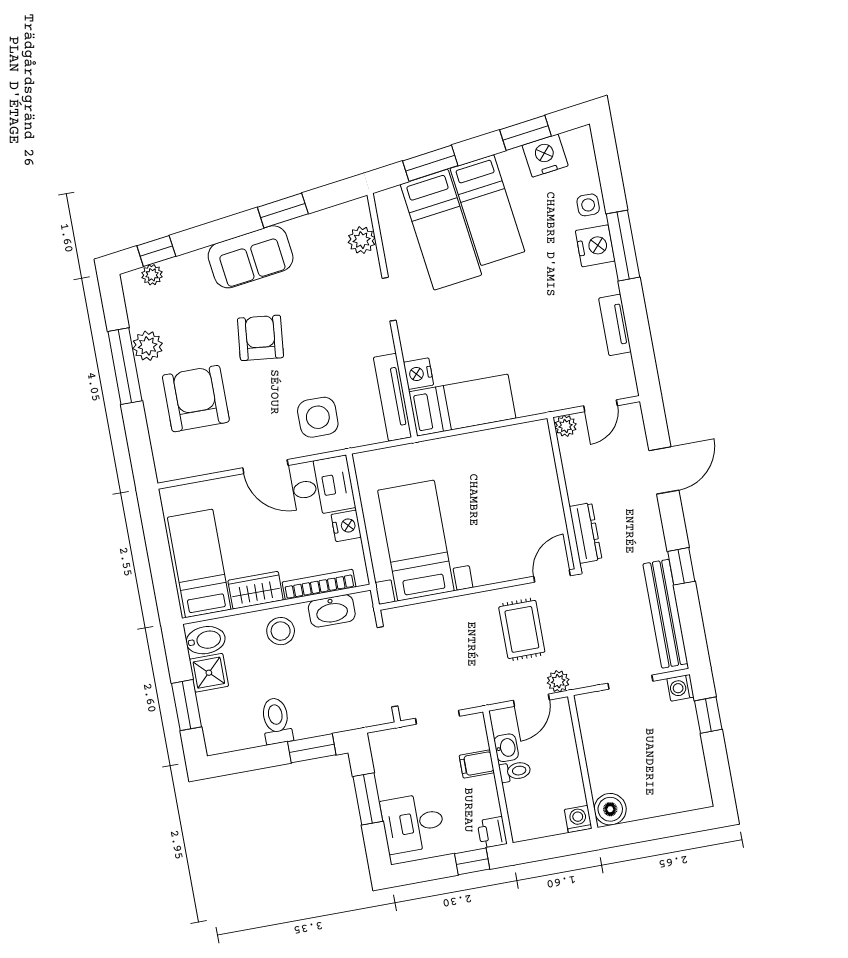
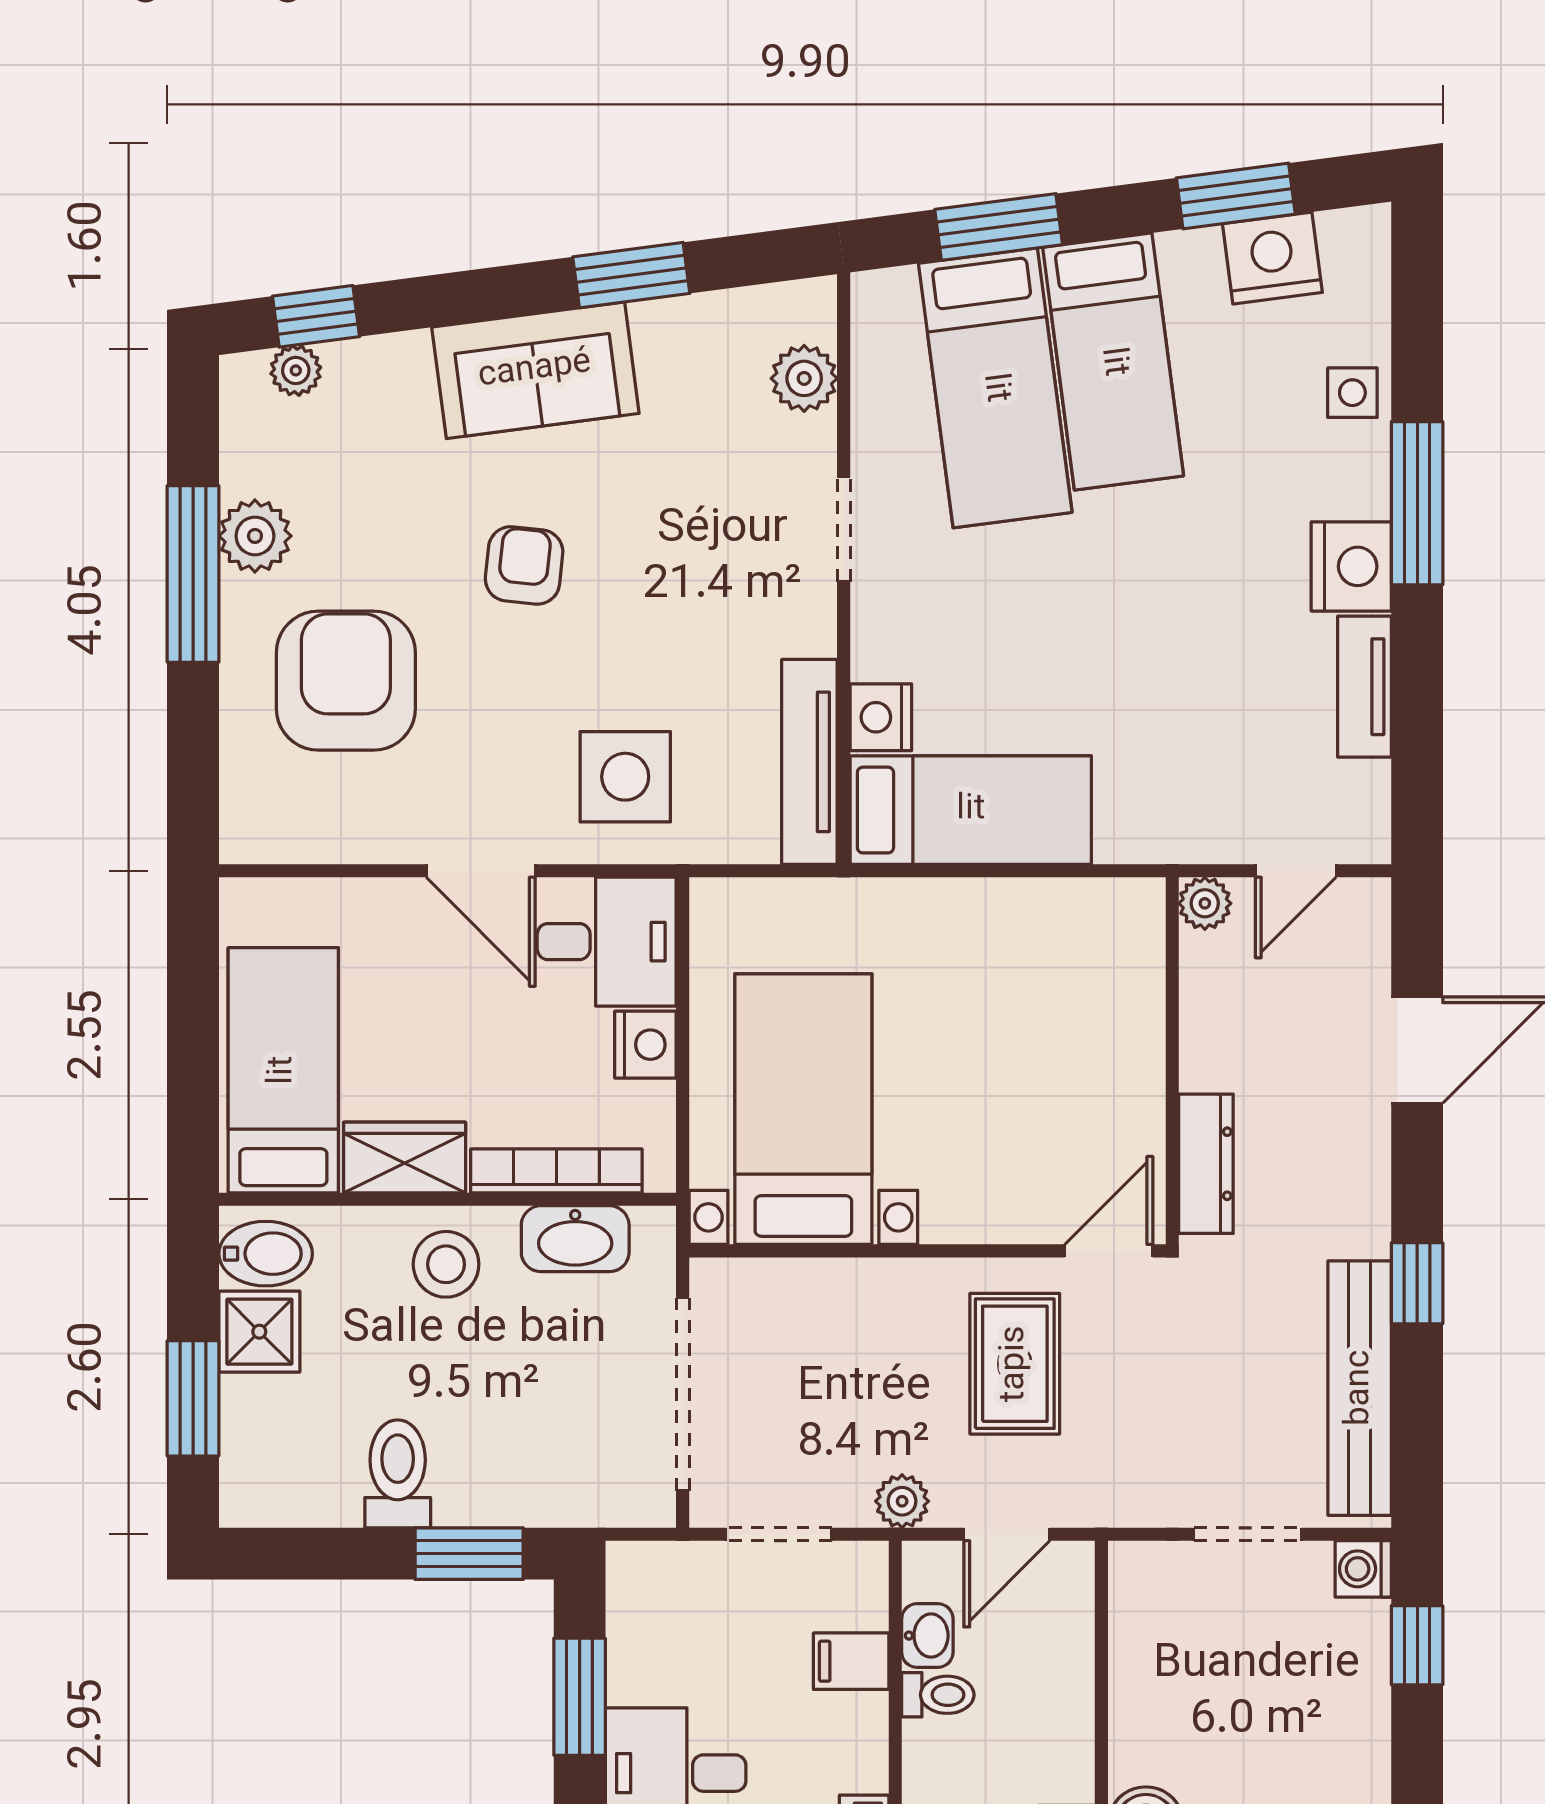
nightstand: (595, 246) -> (1351, 566), moved
armchair: (260, 338) -> (524, 565), width x0.72, depth x0.72
plant: (558, 681) -> (902, 1501), moved

